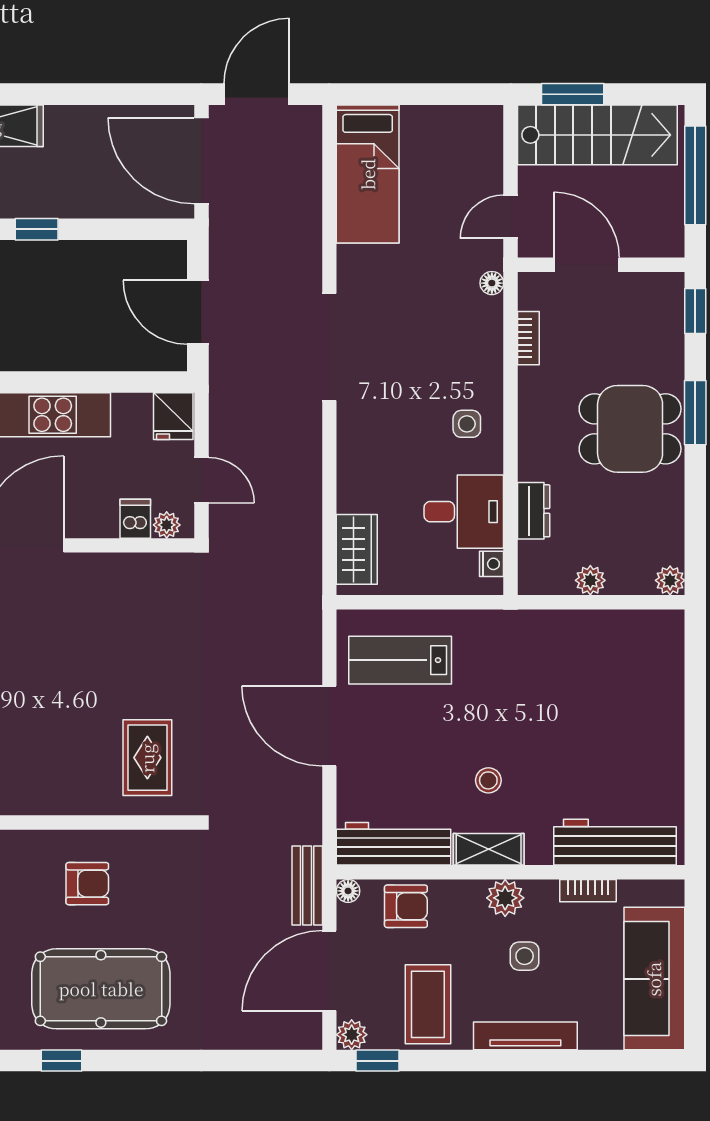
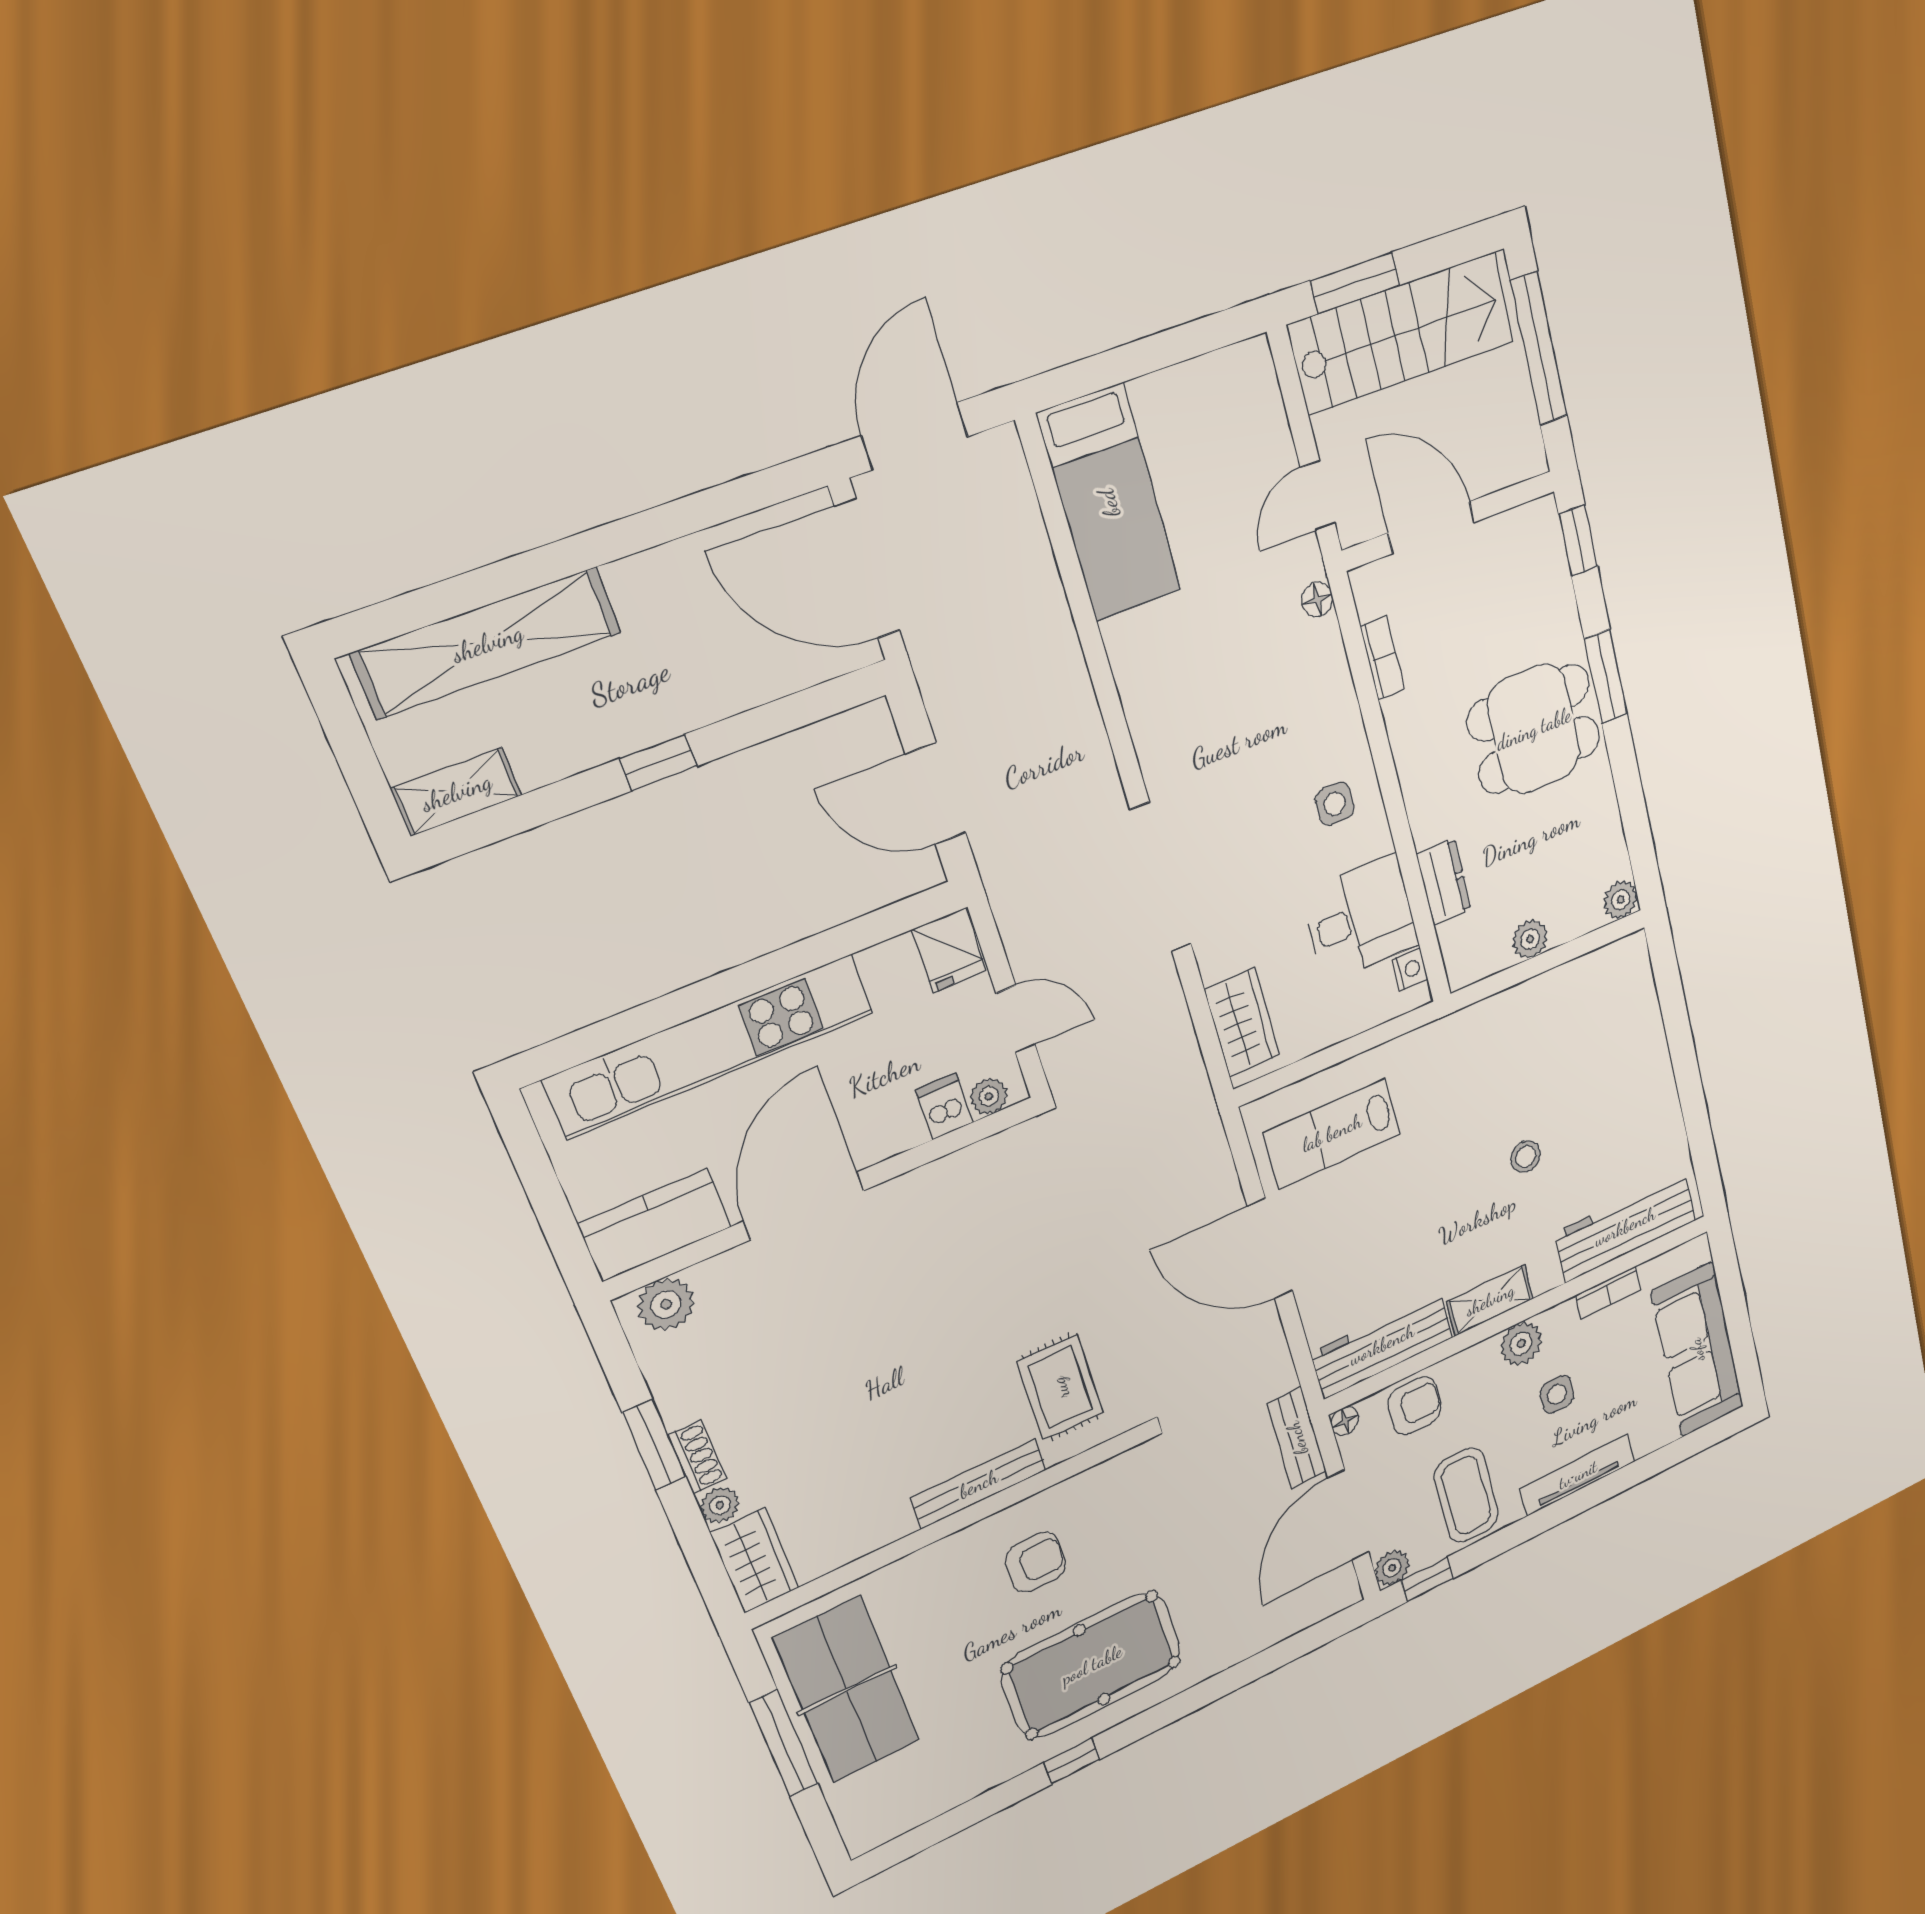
doorway: (329, 347) -> (1161, 878), moved
stool: (488, 780) -> (1526, 1157), moved
bench: (68, 802) -> (979, 1484), added

